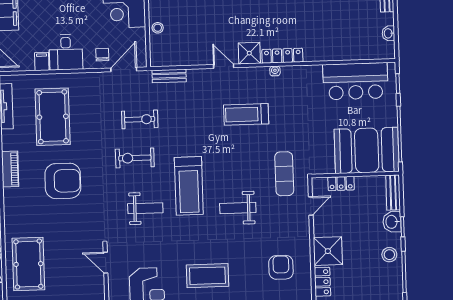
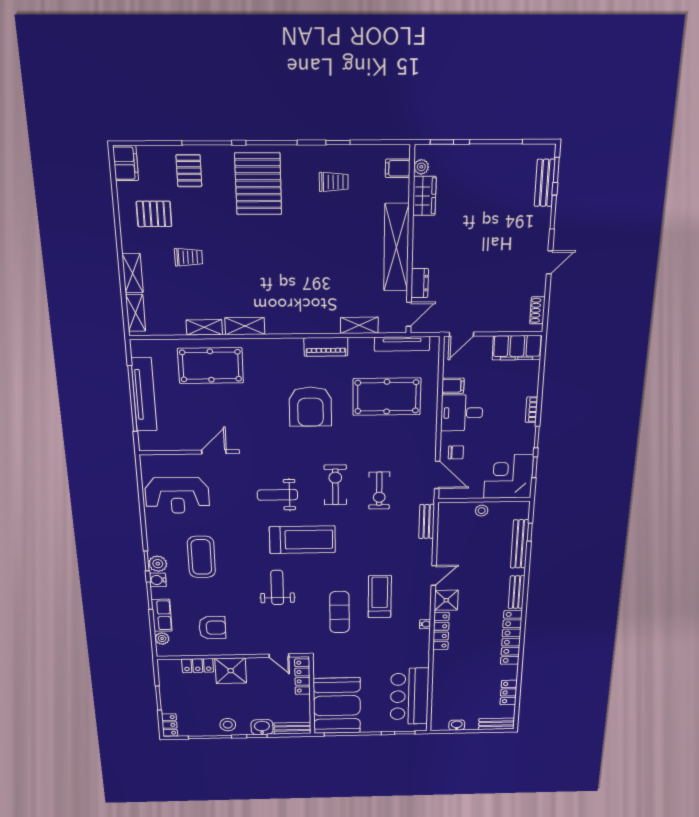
exercise mat: (284, 174) -> (339, 612), moved, turned 90
locker: (341, 183) -> (302, 677), width x1.53
treadmill: (189, 186) -> (302, 540), turned 180
weight bench: (145, 208) -> (277, 495), turned 90

